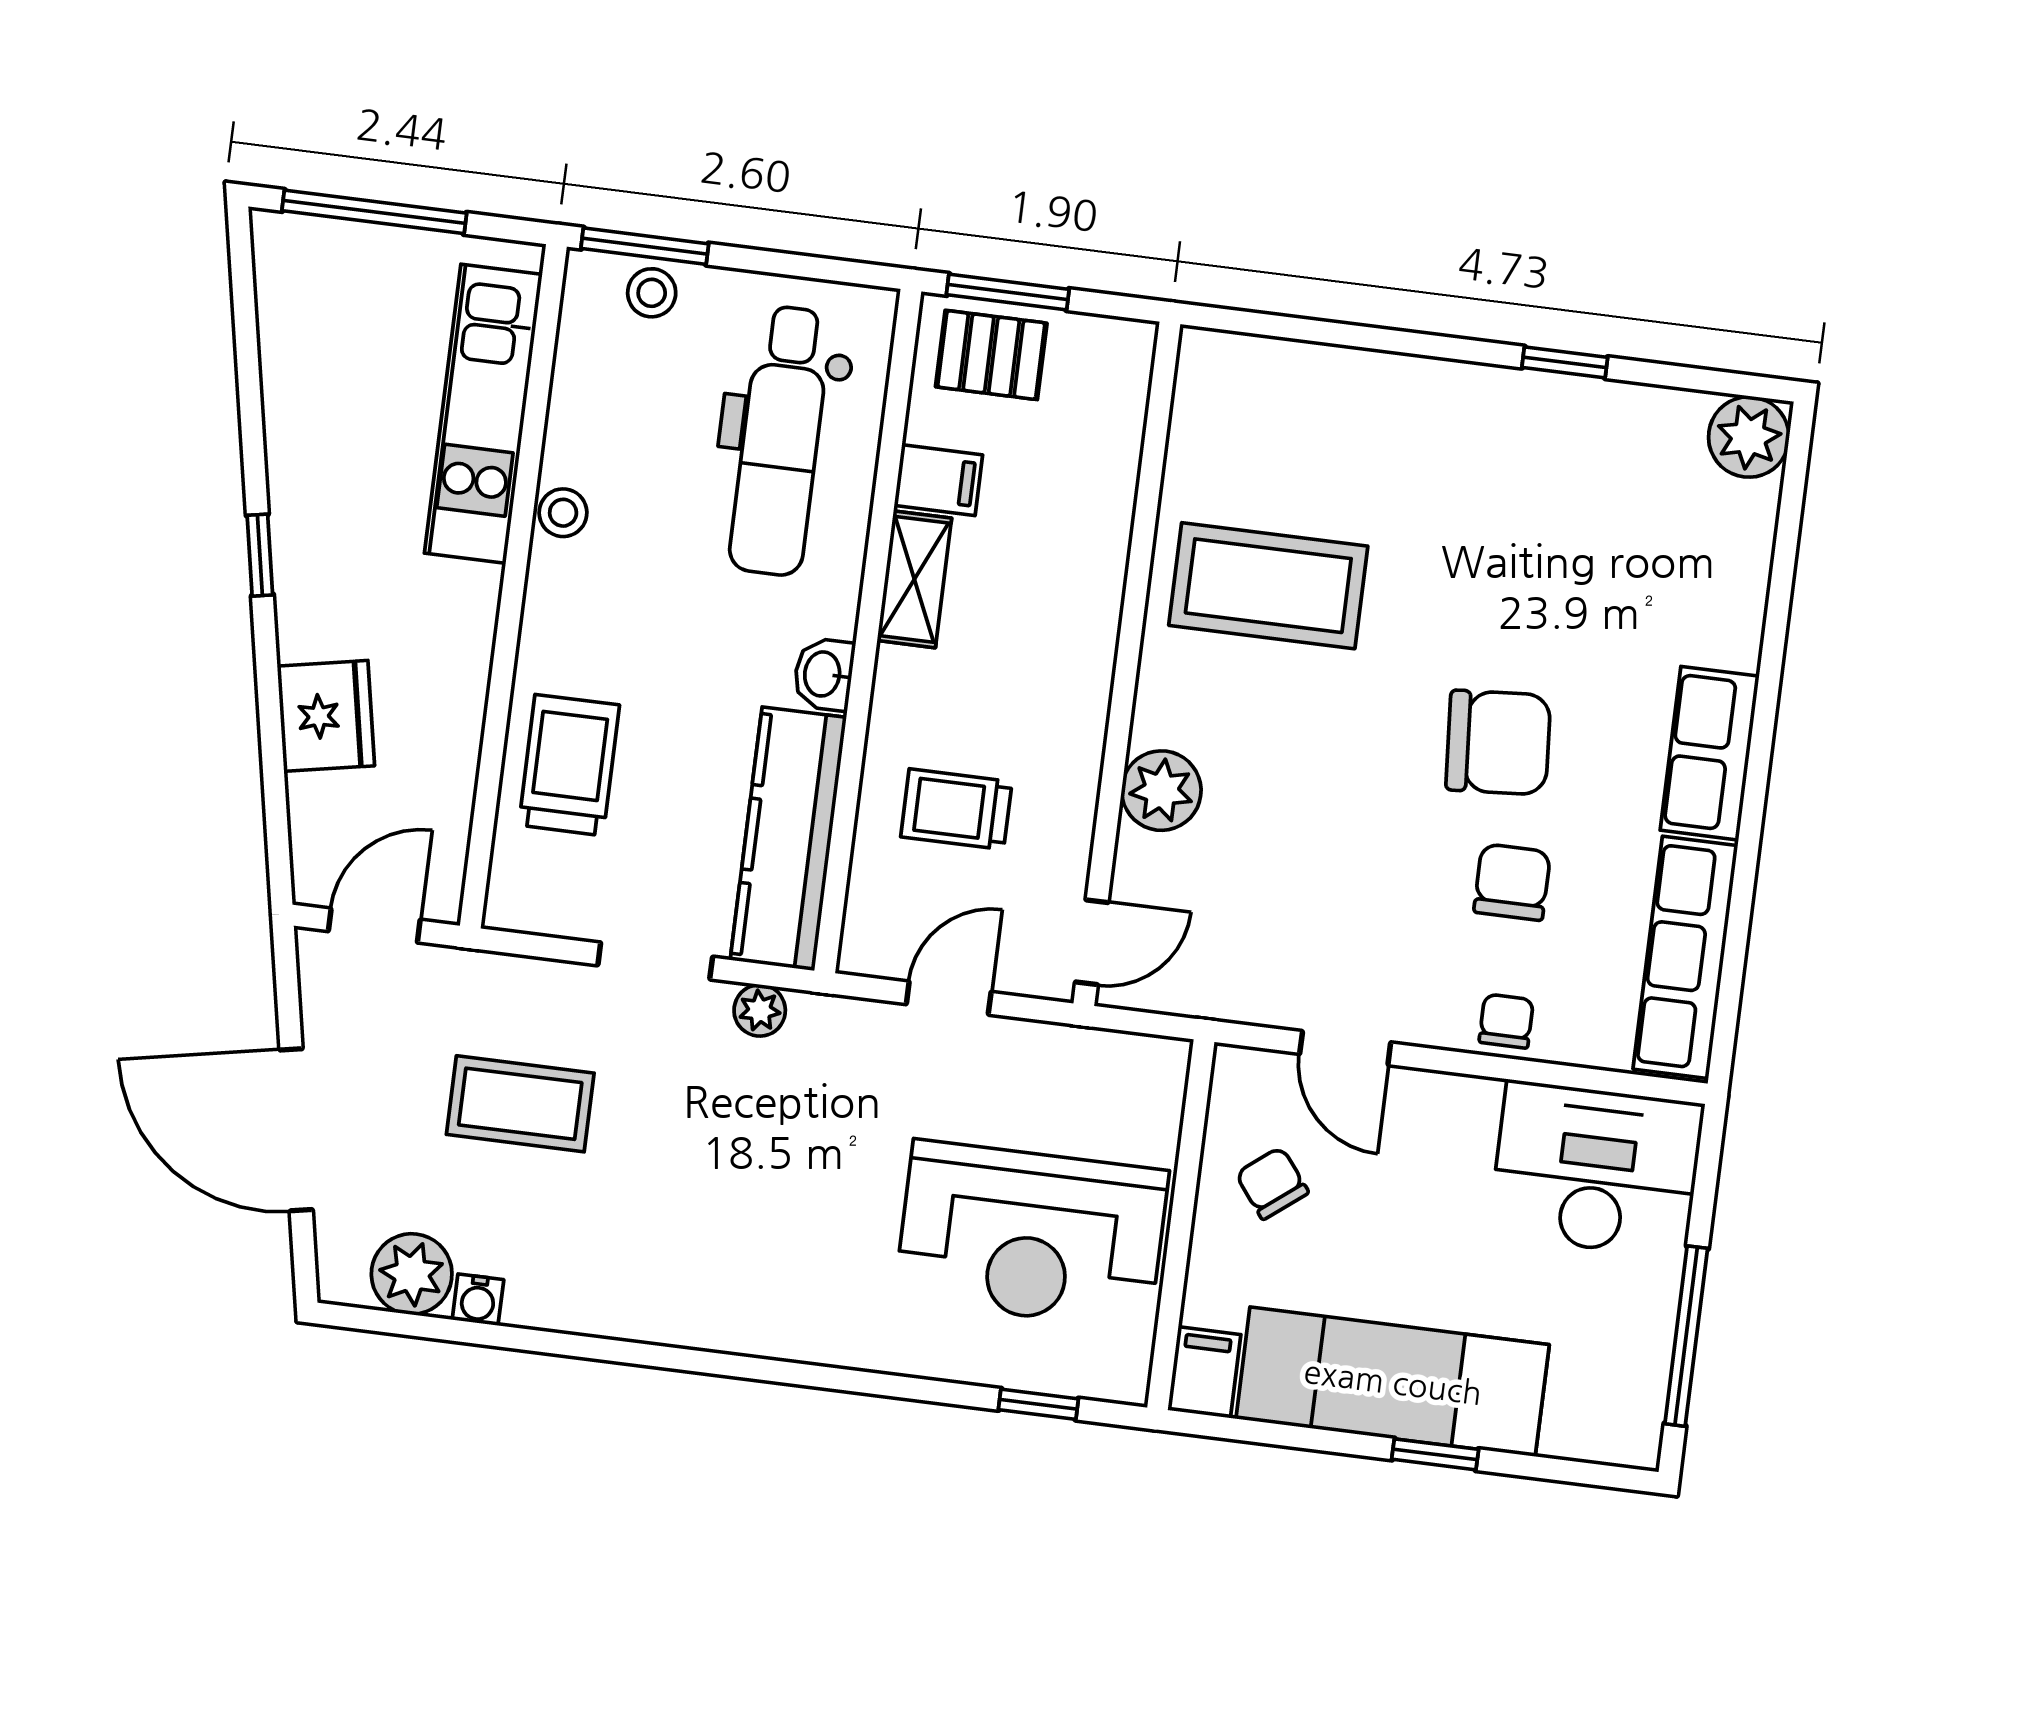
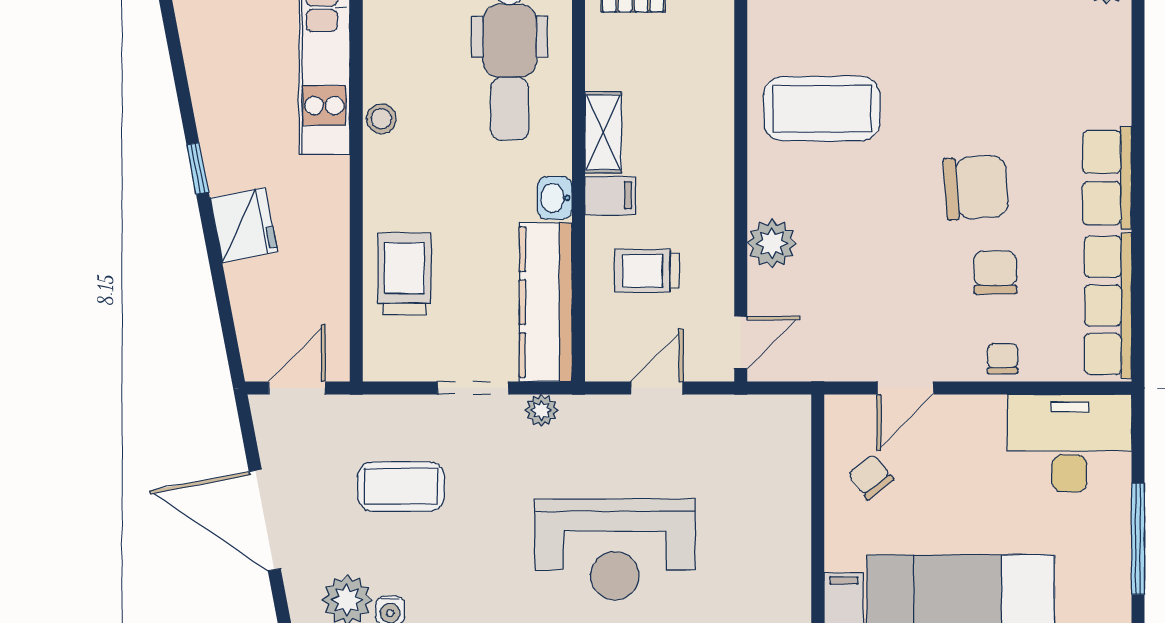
filing cabinet: (938, 480) -> (610, 195), moved
fridge: (326, 716) -> (244, 225), moved
door: (1345, 1048) -> (905, 388), hinge flipped
reception desk: (1031, 1235) -> (615, 549), moved

